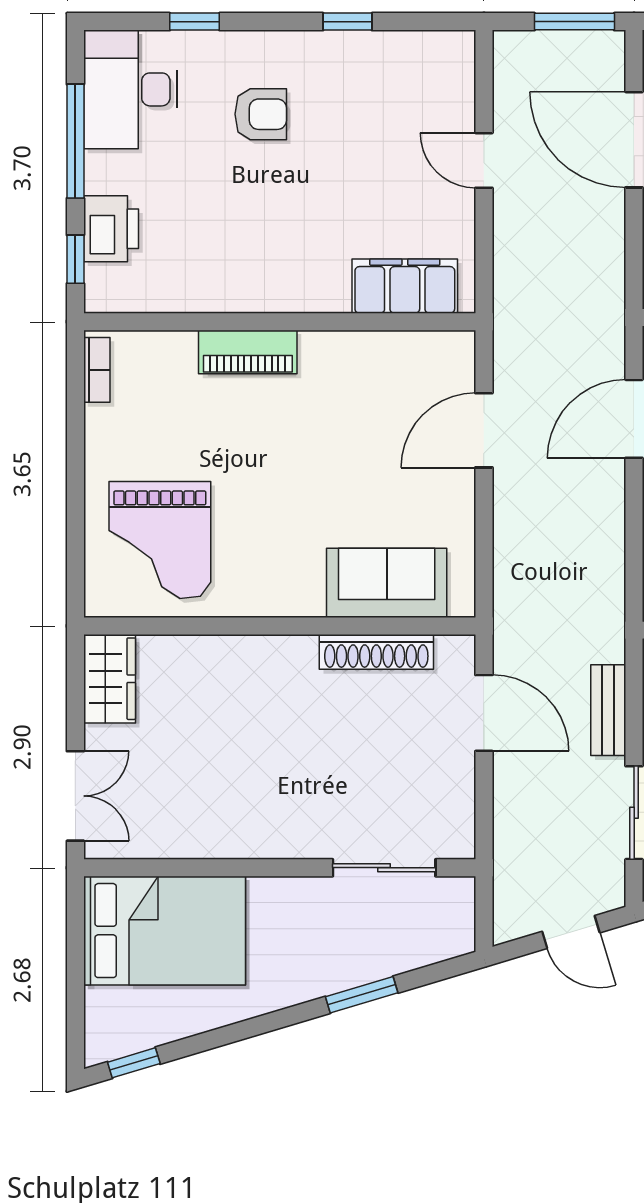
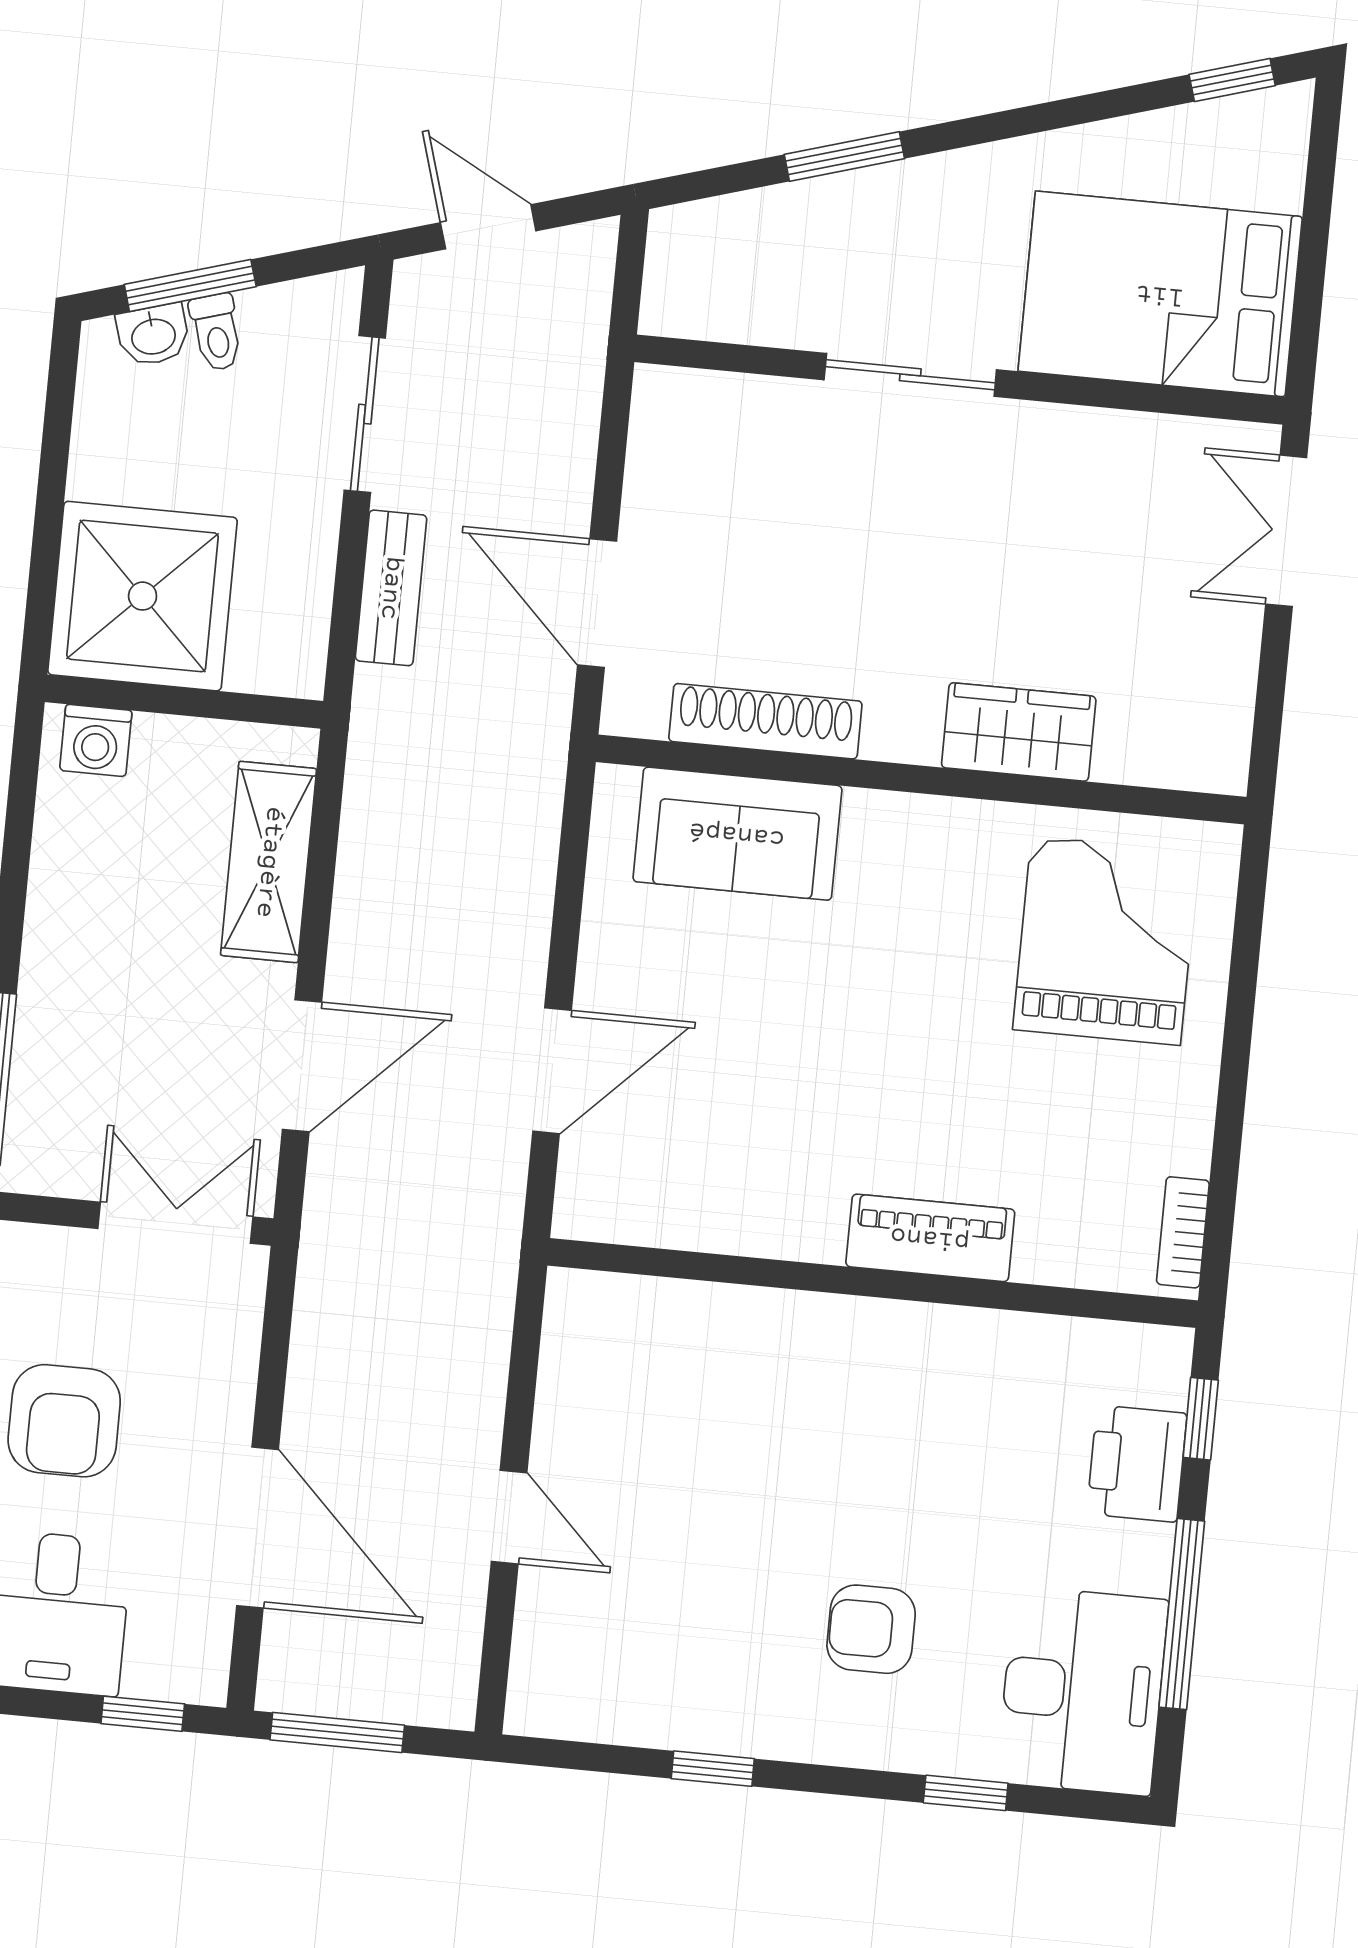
filing cabinet: (405, 286) -> (660, 1322), removed
wardrobe: (110, 679) -> (1019, 732), moved, turned 90
sliding door: (384, 868) -> (910, 375), moved

